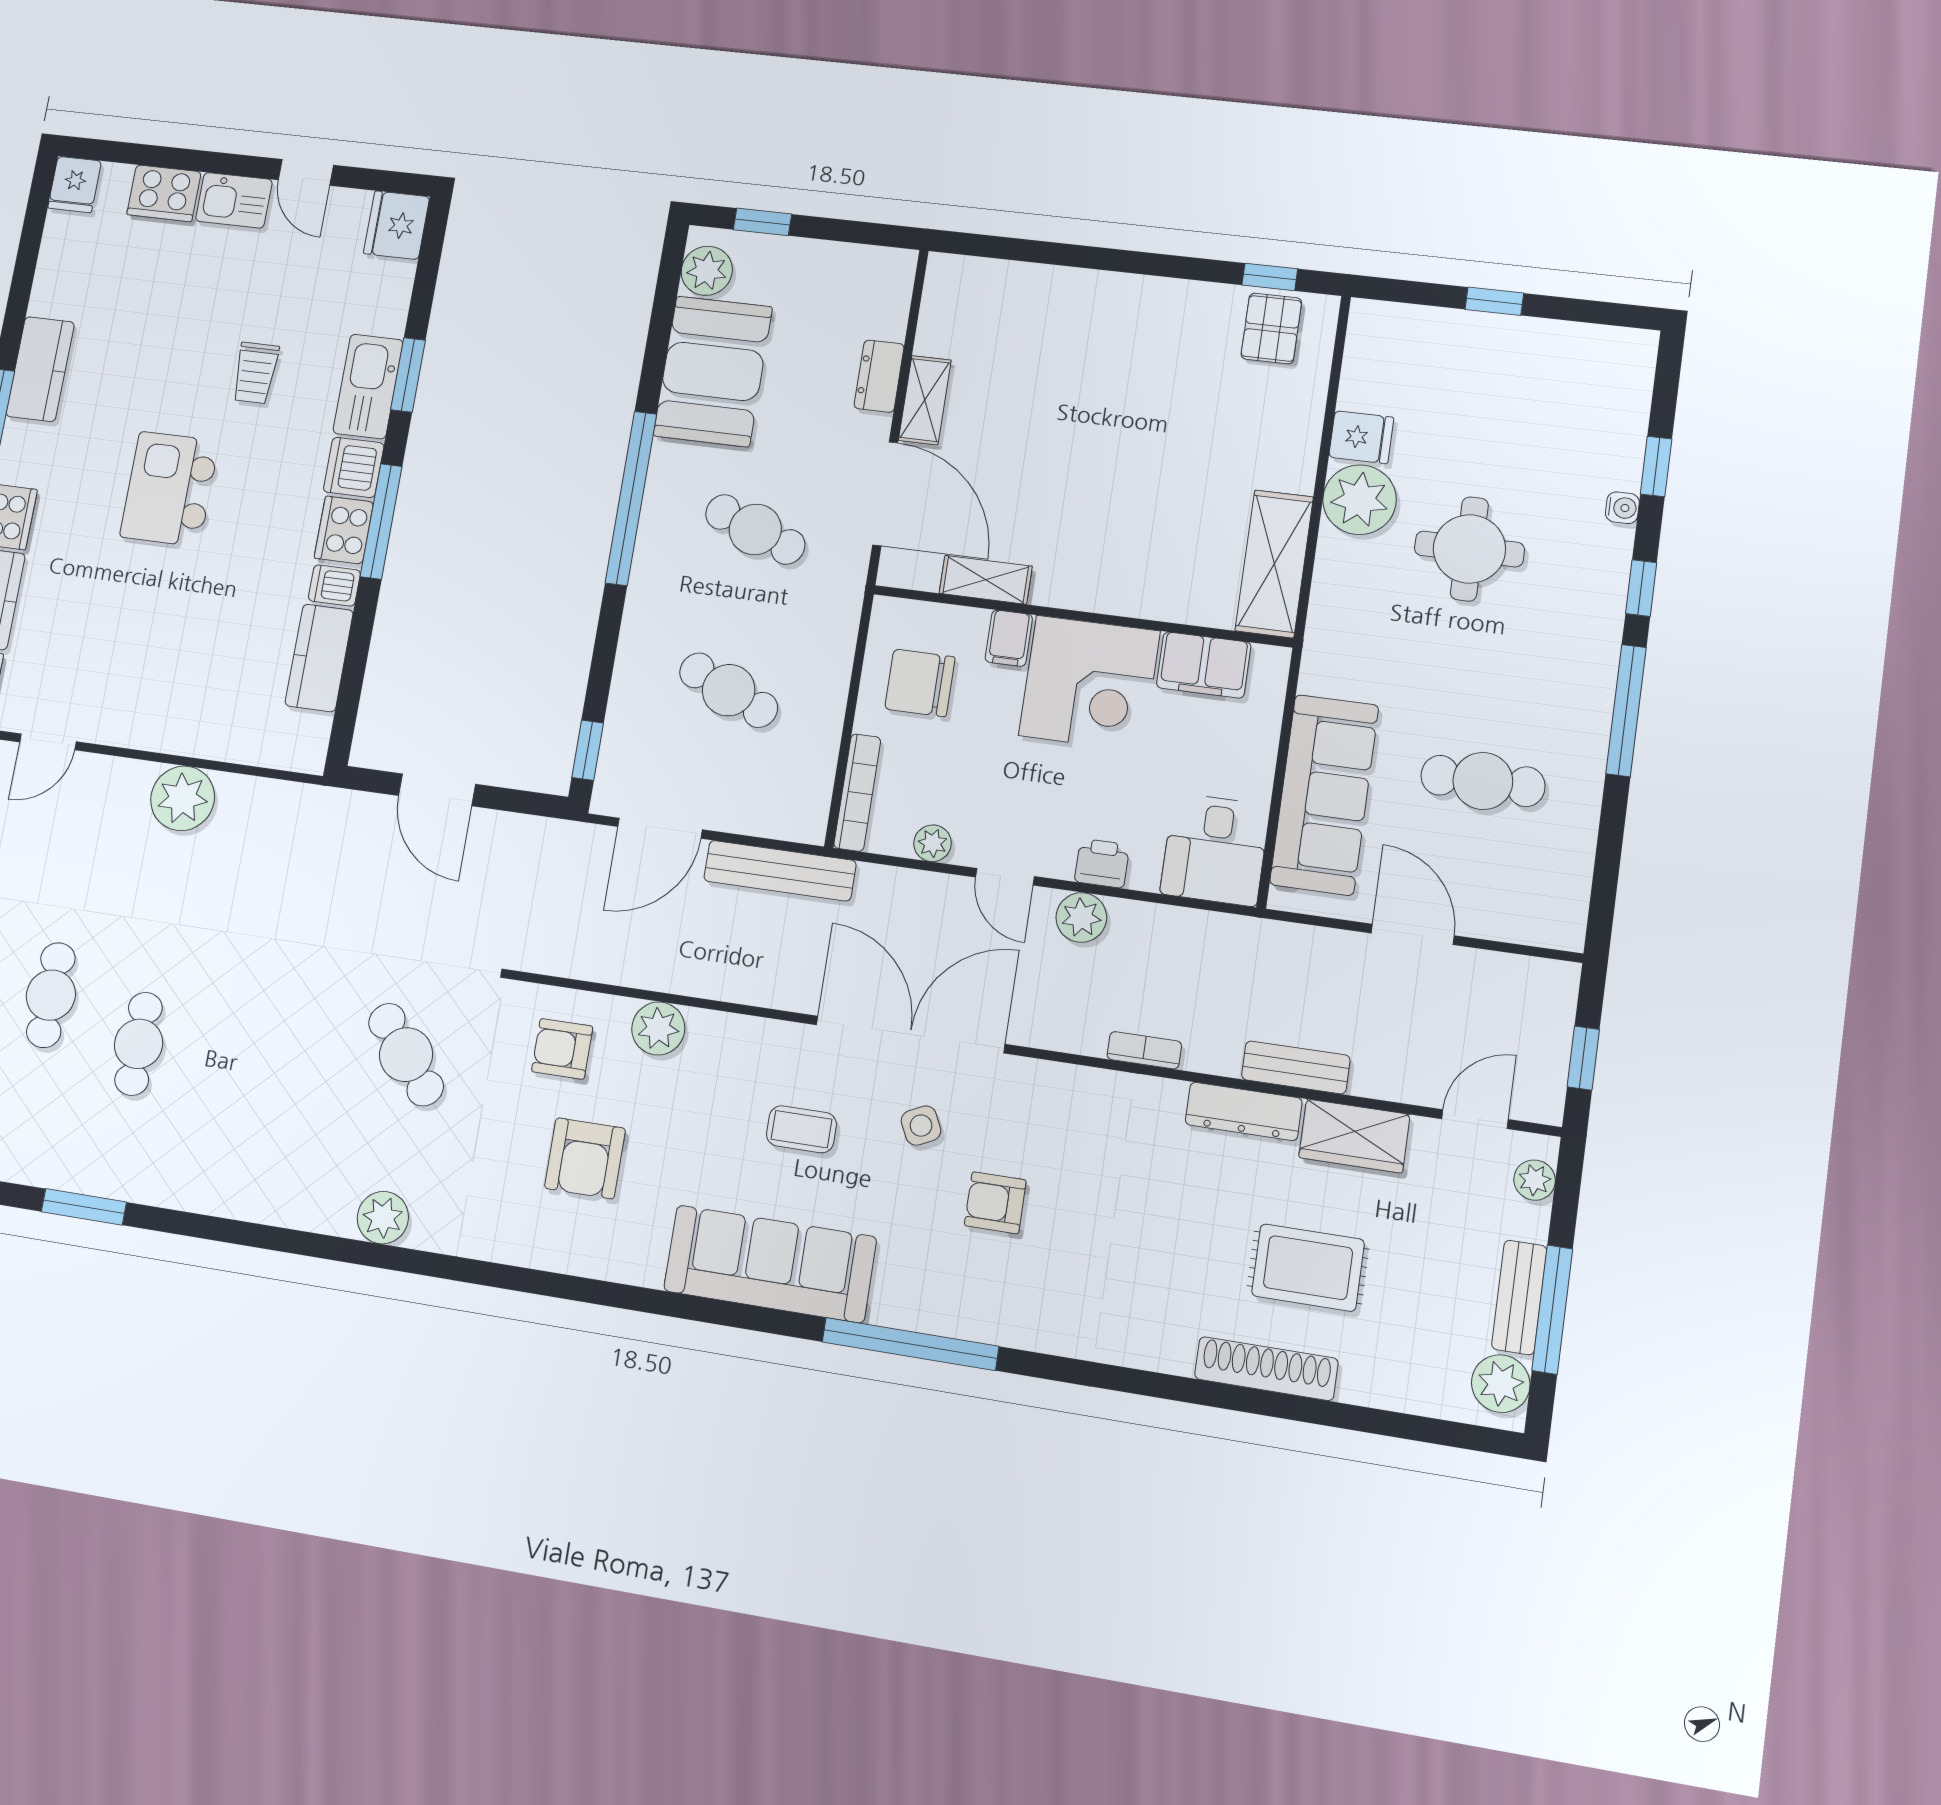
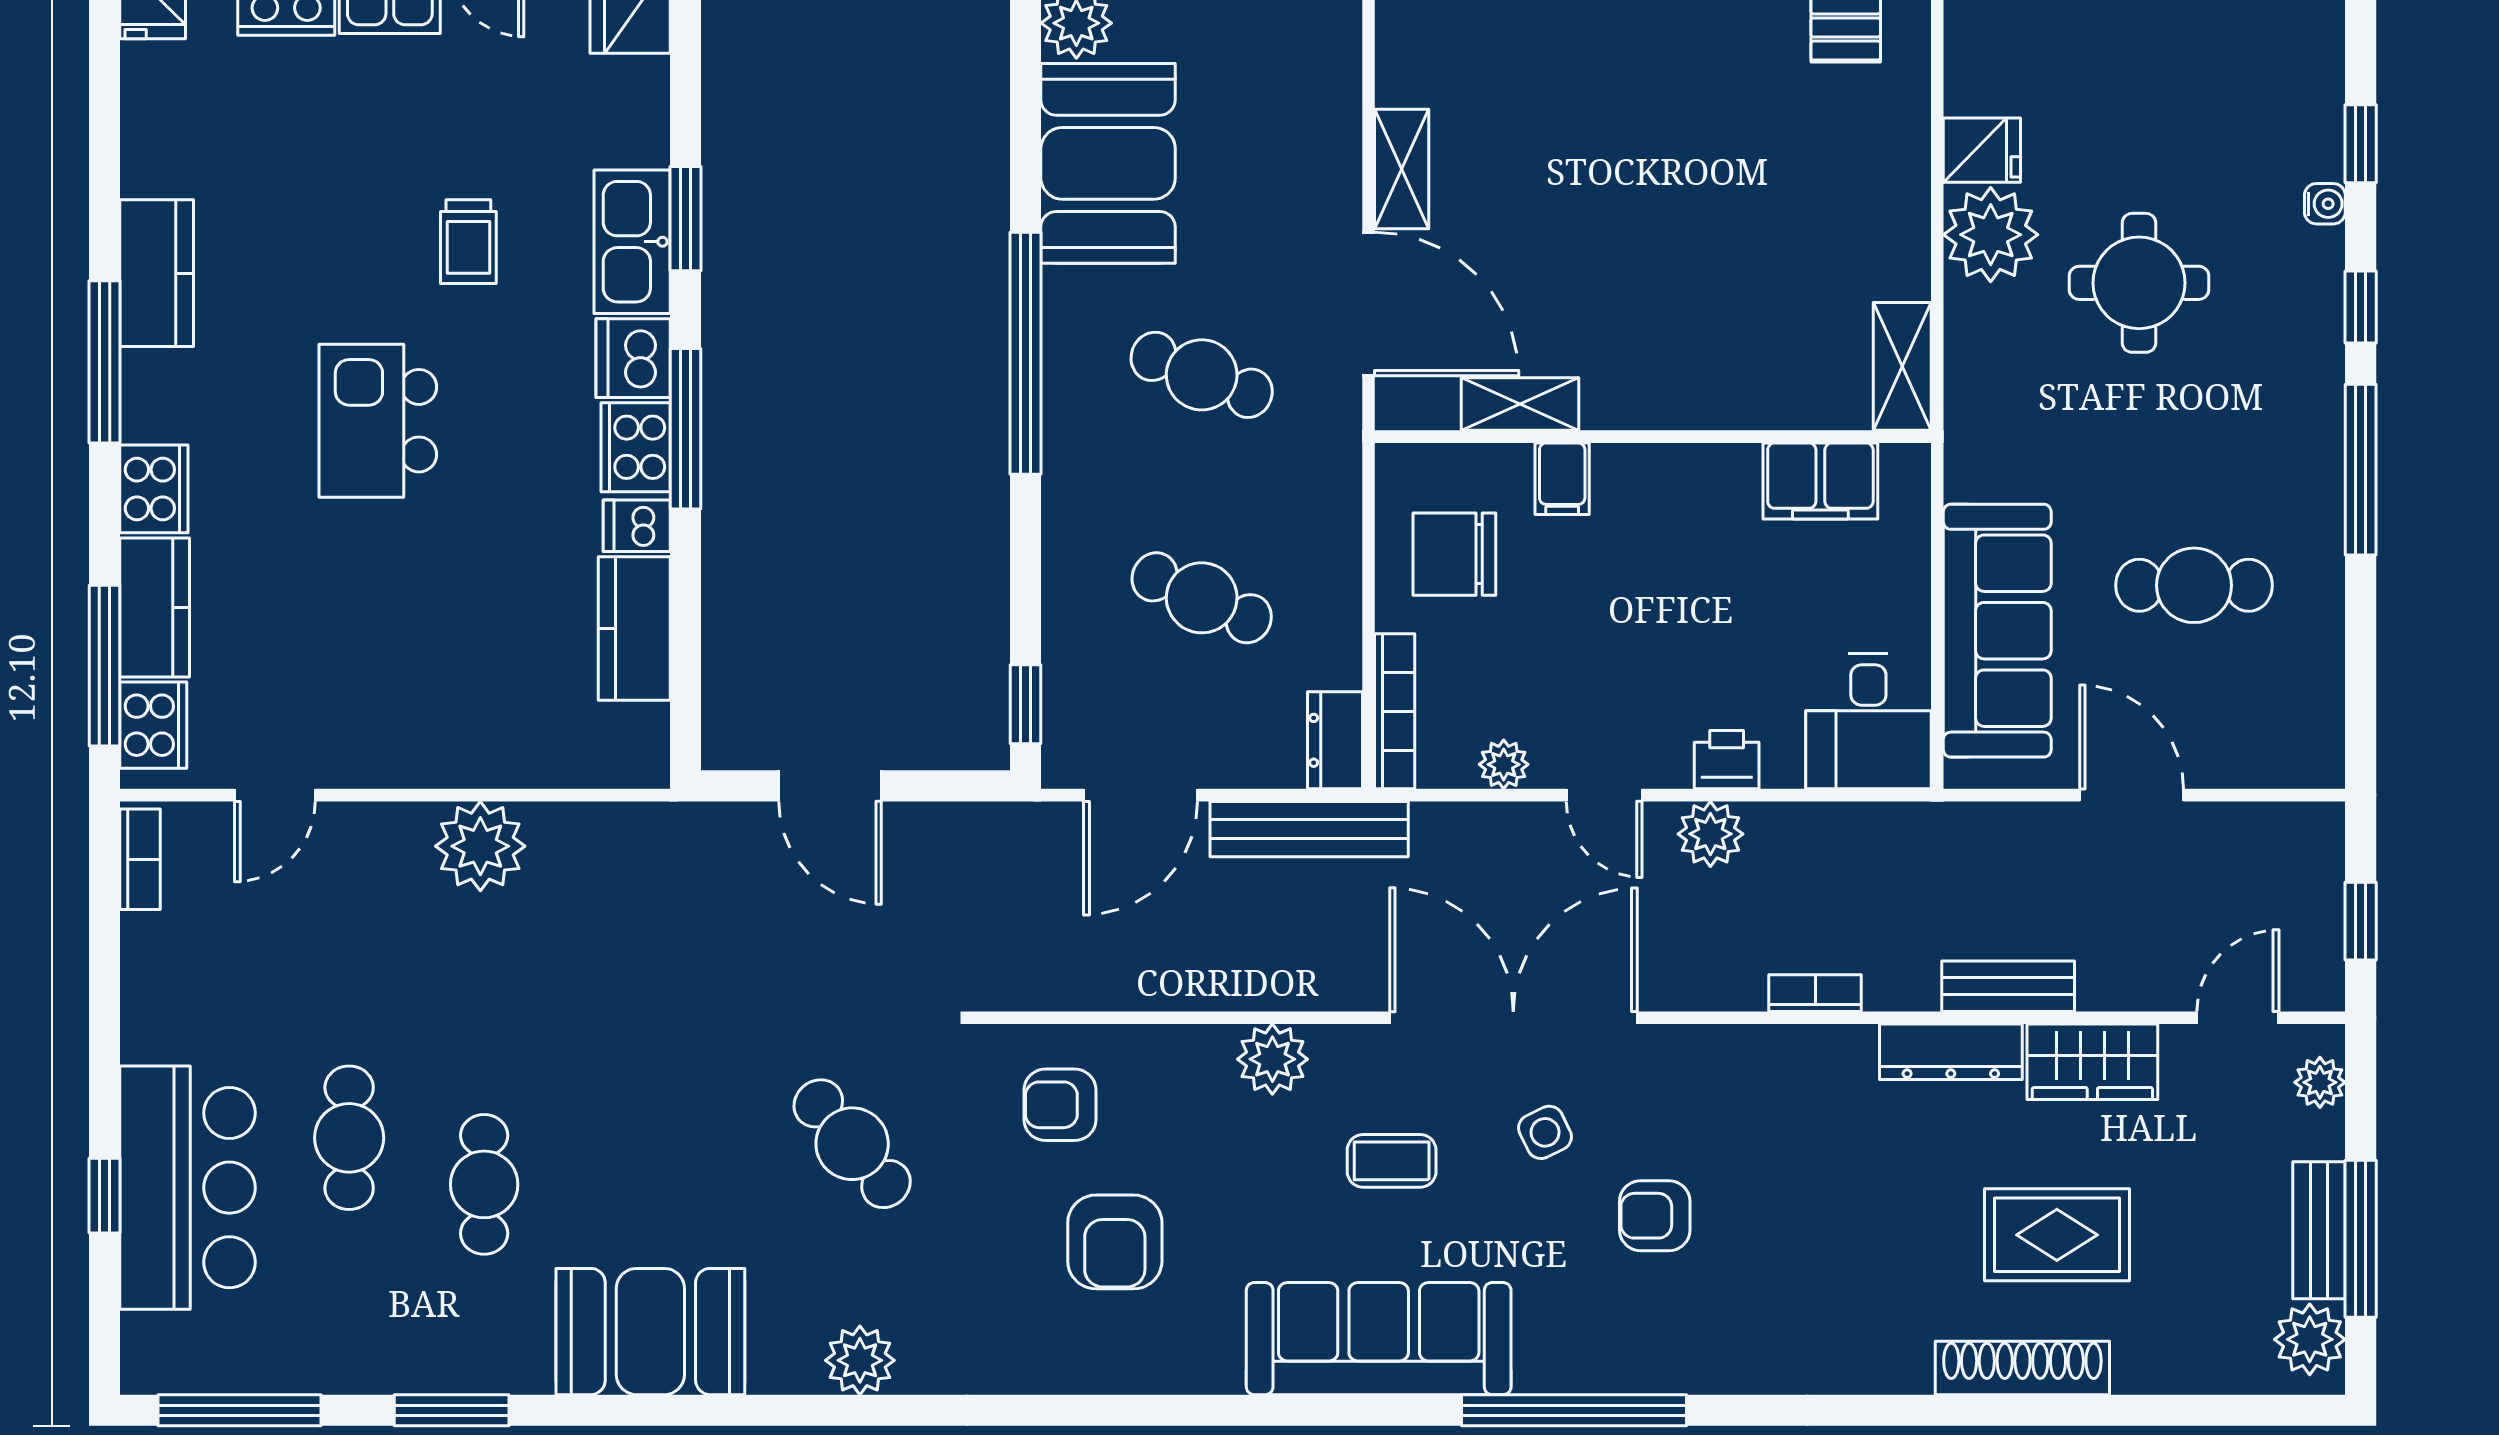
dresser: (879, 376) -> (1335, 740), moved
shelving: (1274, 564) -> (1902, 366), width x0.67, depth x0.75
corner desk: (1089, 683) -> (1676, 525), removed
plant: (658, 1028) -> (1272, 1059), moved
booth: (236, 1171) -> (650, 1332), added

